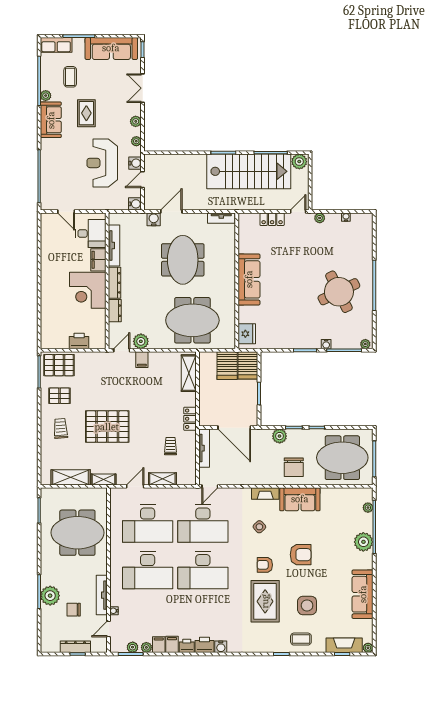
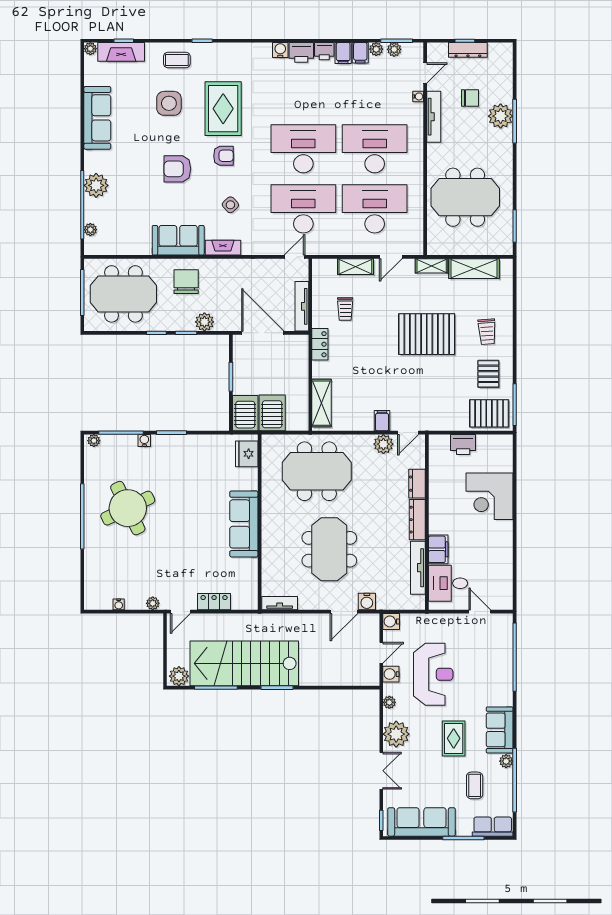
plant: (136, 121) -> (396, 734), width x1.87, depth x1.87
corner desk: (88, 290) -> (490, 496), moved, turned 180
pallet: (59, 396) -> (488, 374), turned 90

